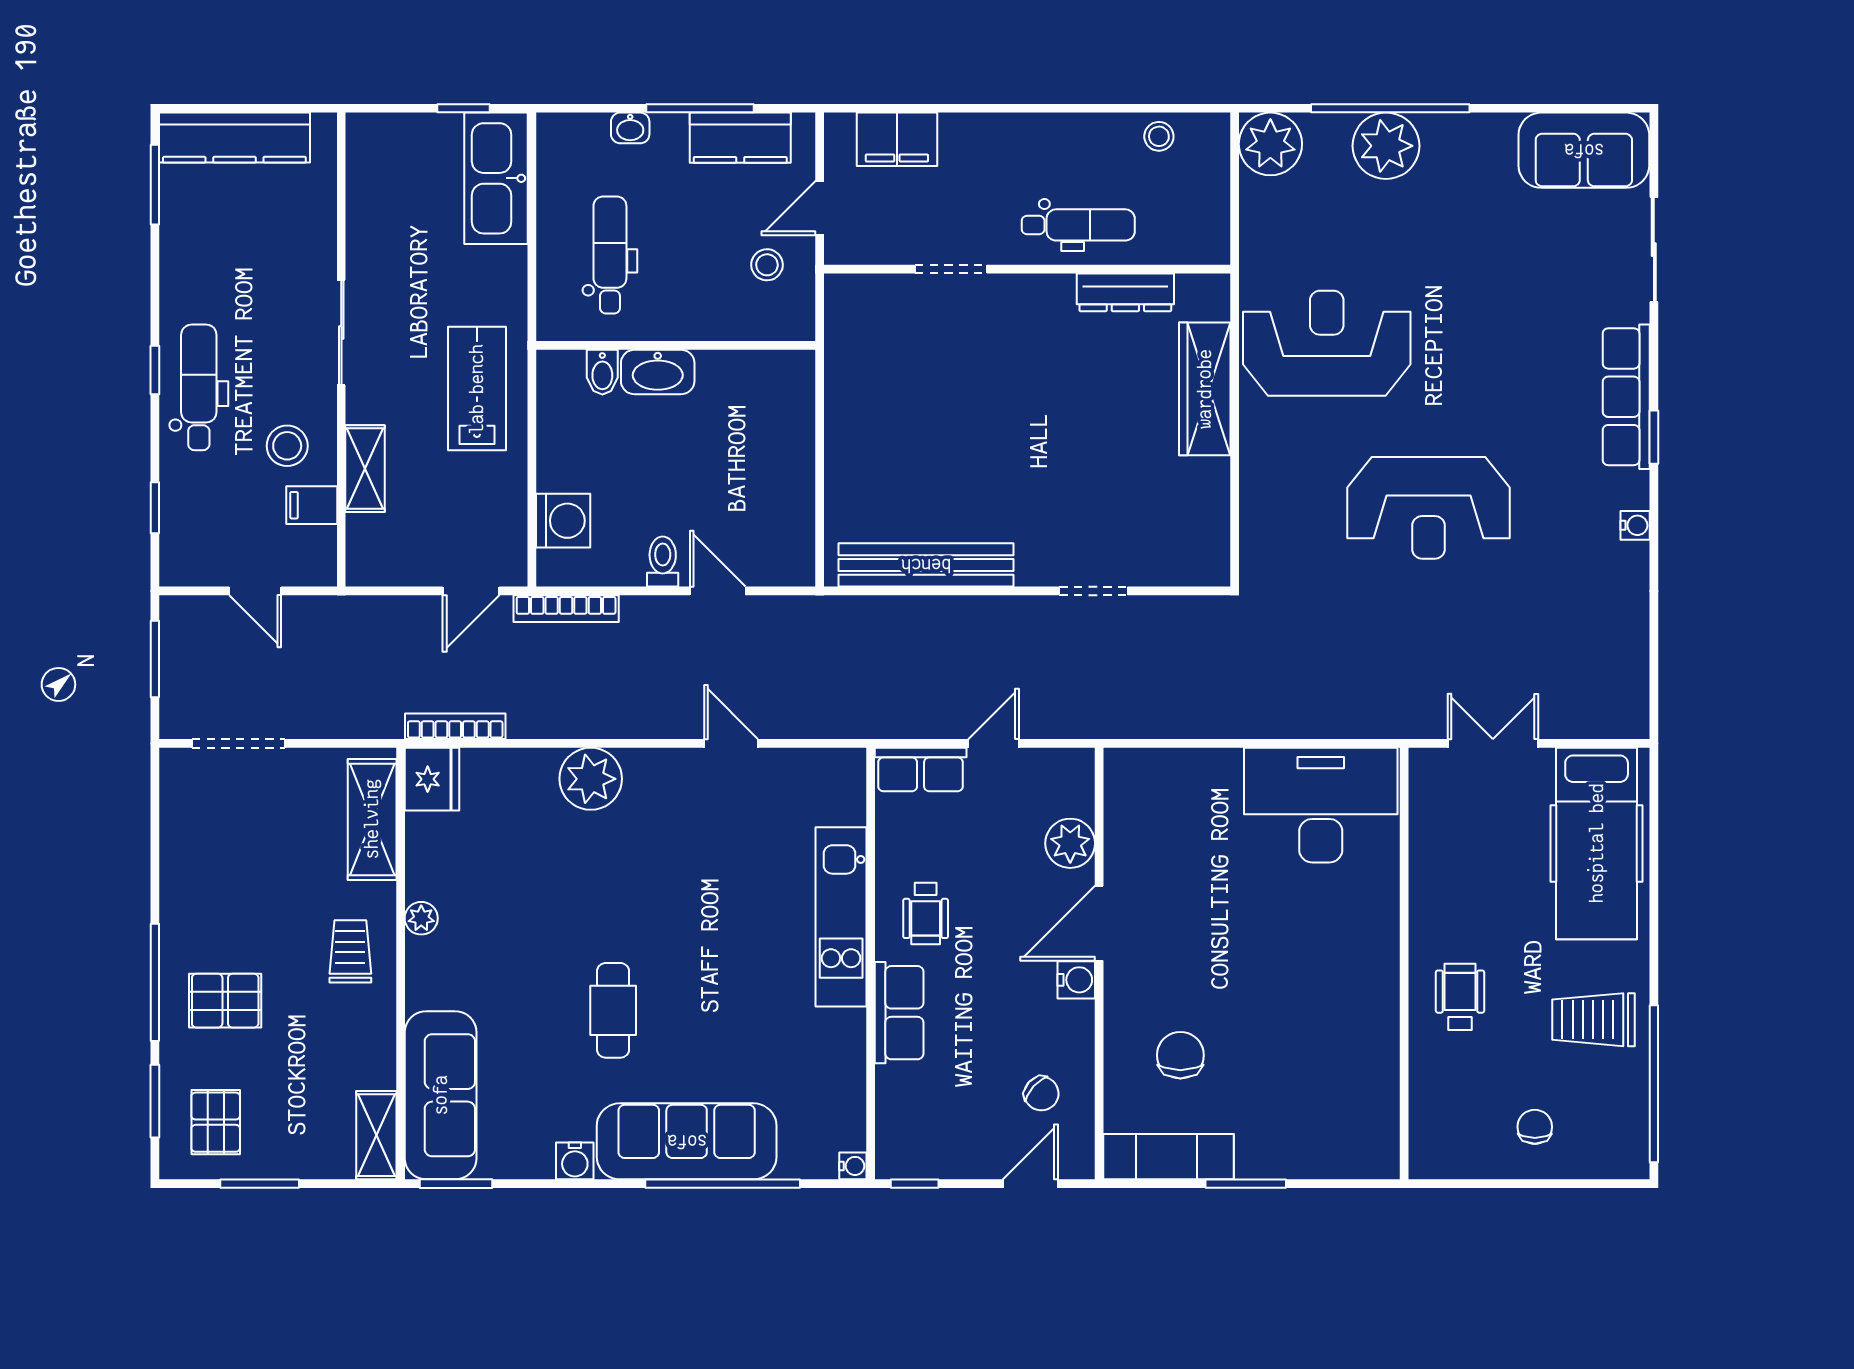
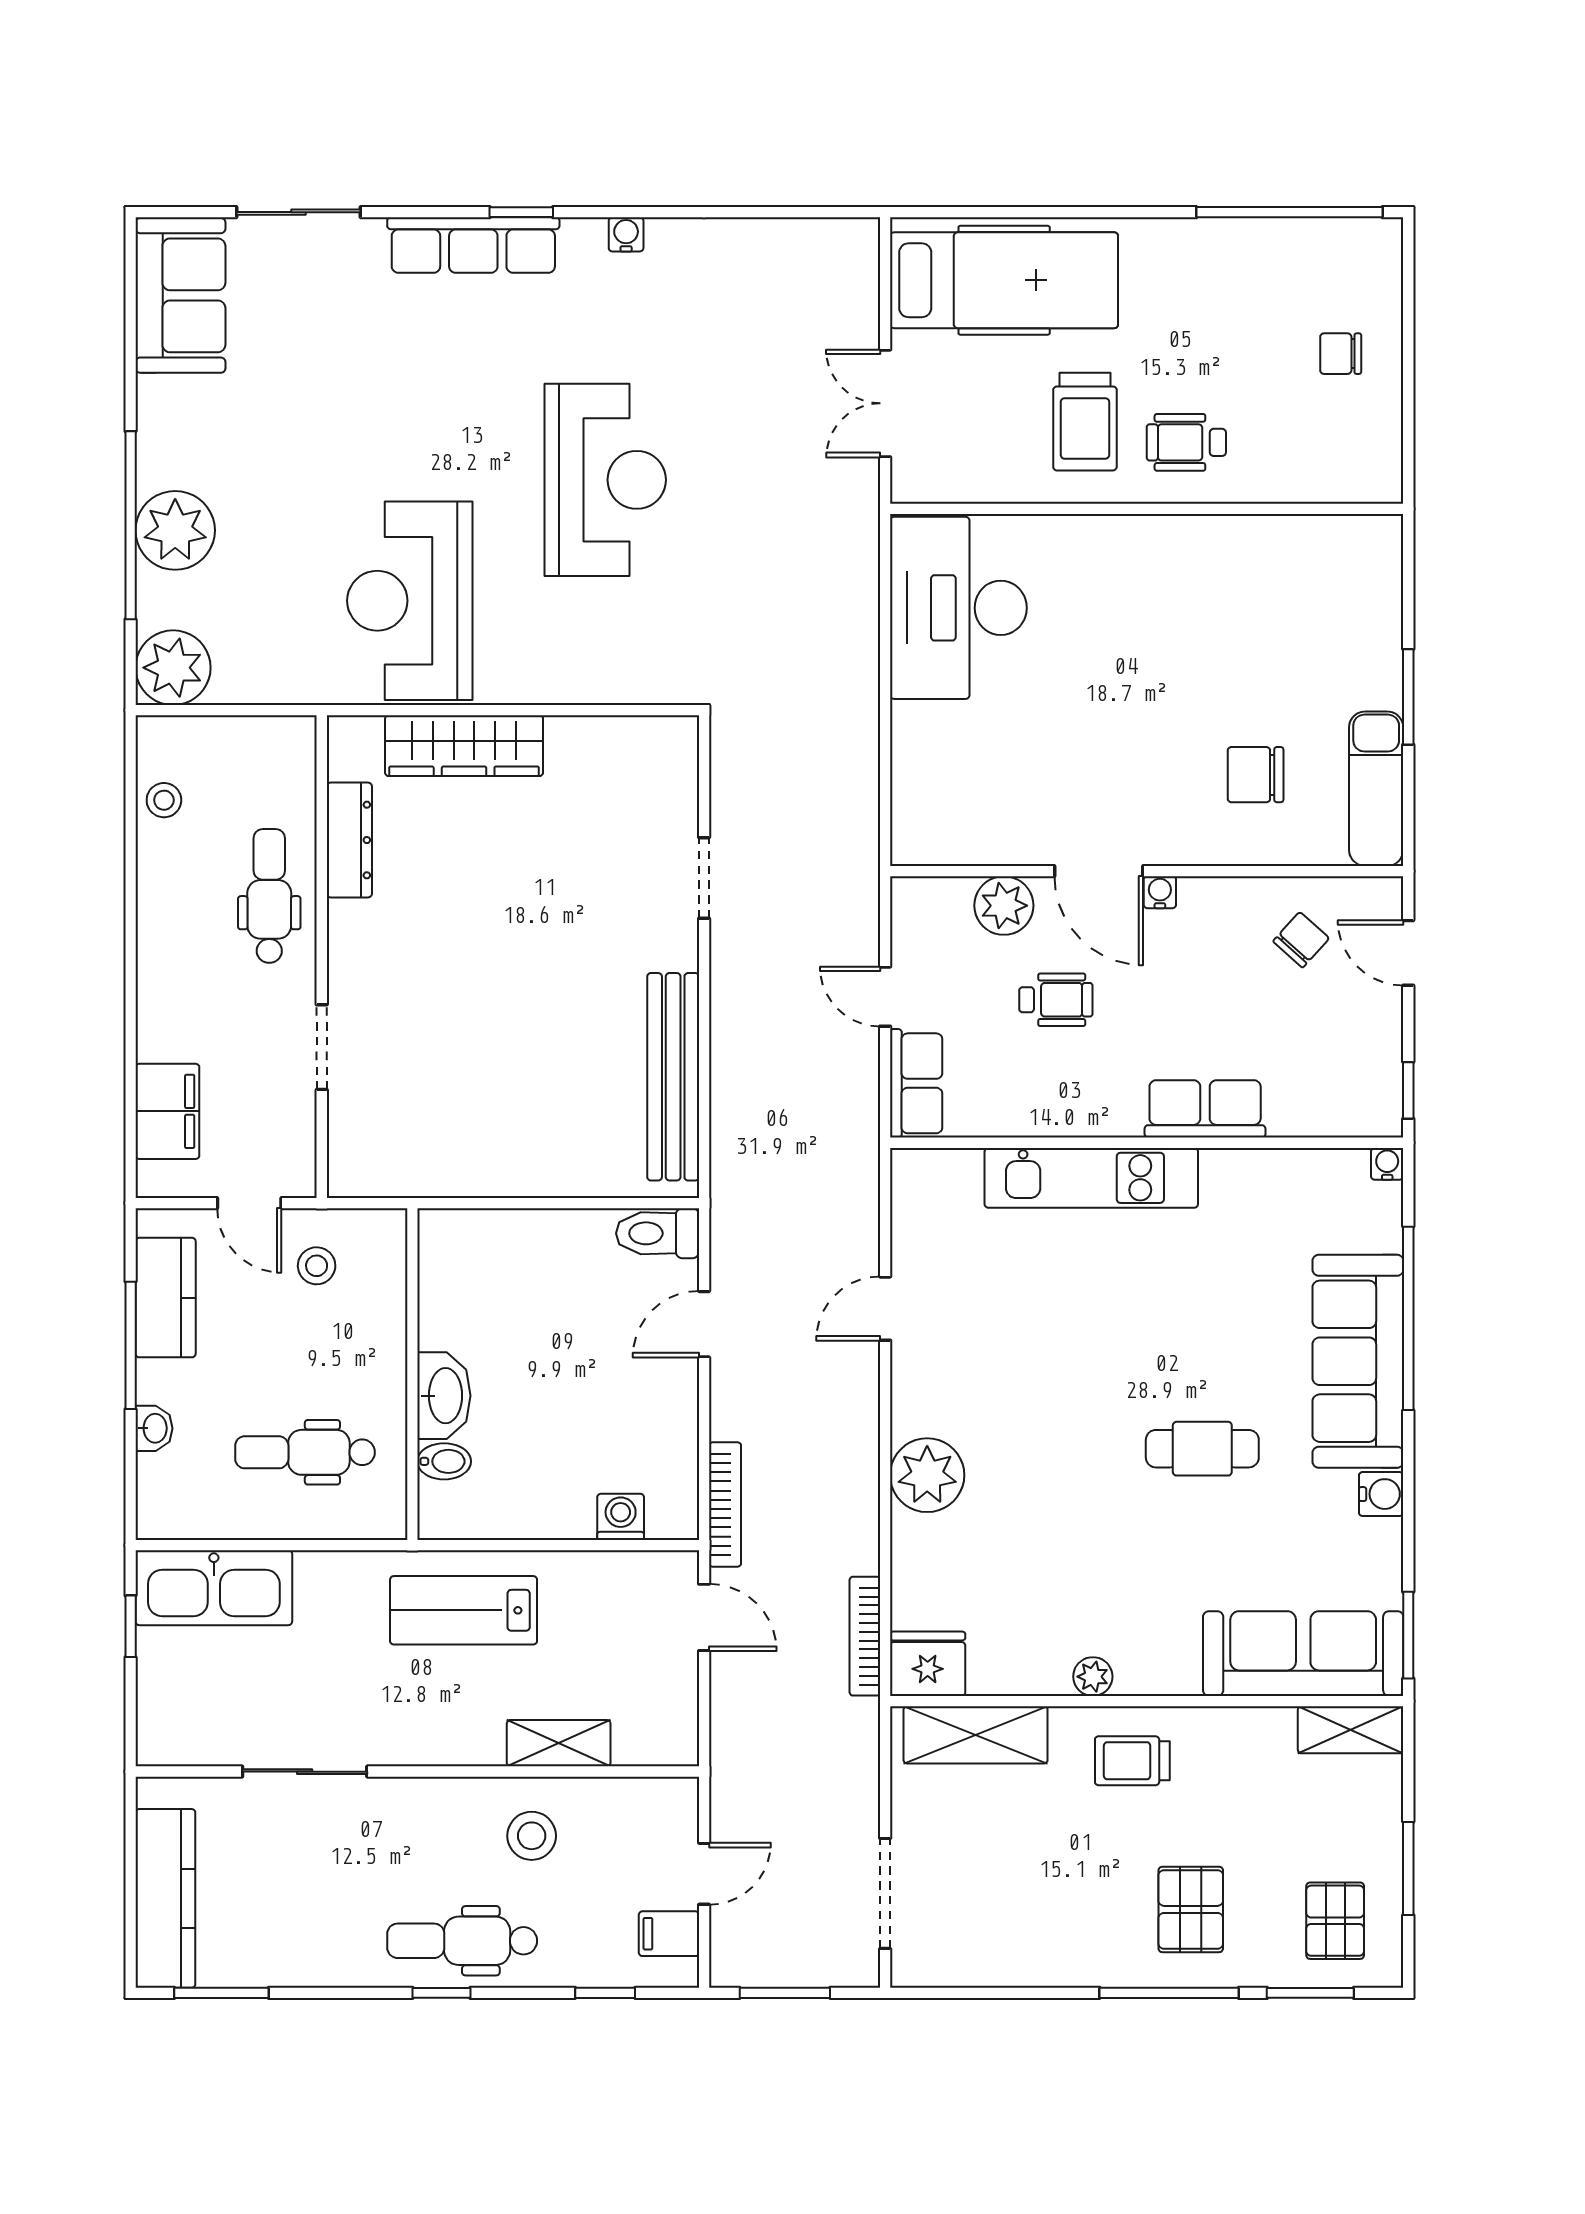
sliding door: (341, 332) -> (305, 1772), moved
filing cabinet: (312, 505) -> (669, 1934), moved, turned 90
washing machine: (563, 521) -> (621, 1517), width x0.73, depth x0.73
toilet: (663, 562) -> (658, 1233), moved, width x1.37, depth x1.39
wheelchair: (926, 914) -> (1056, 1000), moved
water cooler: (1076, 980) -> (1160, 892), width x0.72, depth x0.72
trolley: (1593, 1020) -> (1085, 422), moved
pallet: (216, 1122) -> (1335, 1921), turned 90

